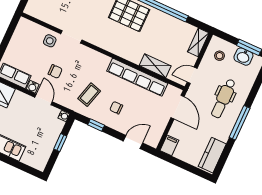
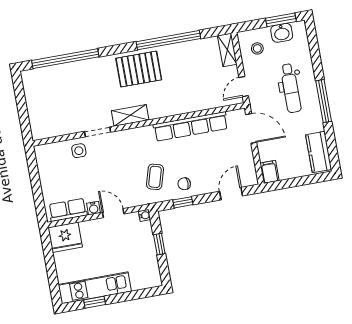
shelving: (155, 66) -> (130, 115), moved
chair: (55, 71) -> (105, 177), removed
chair: (116, 108) -> (184, 184), moved

